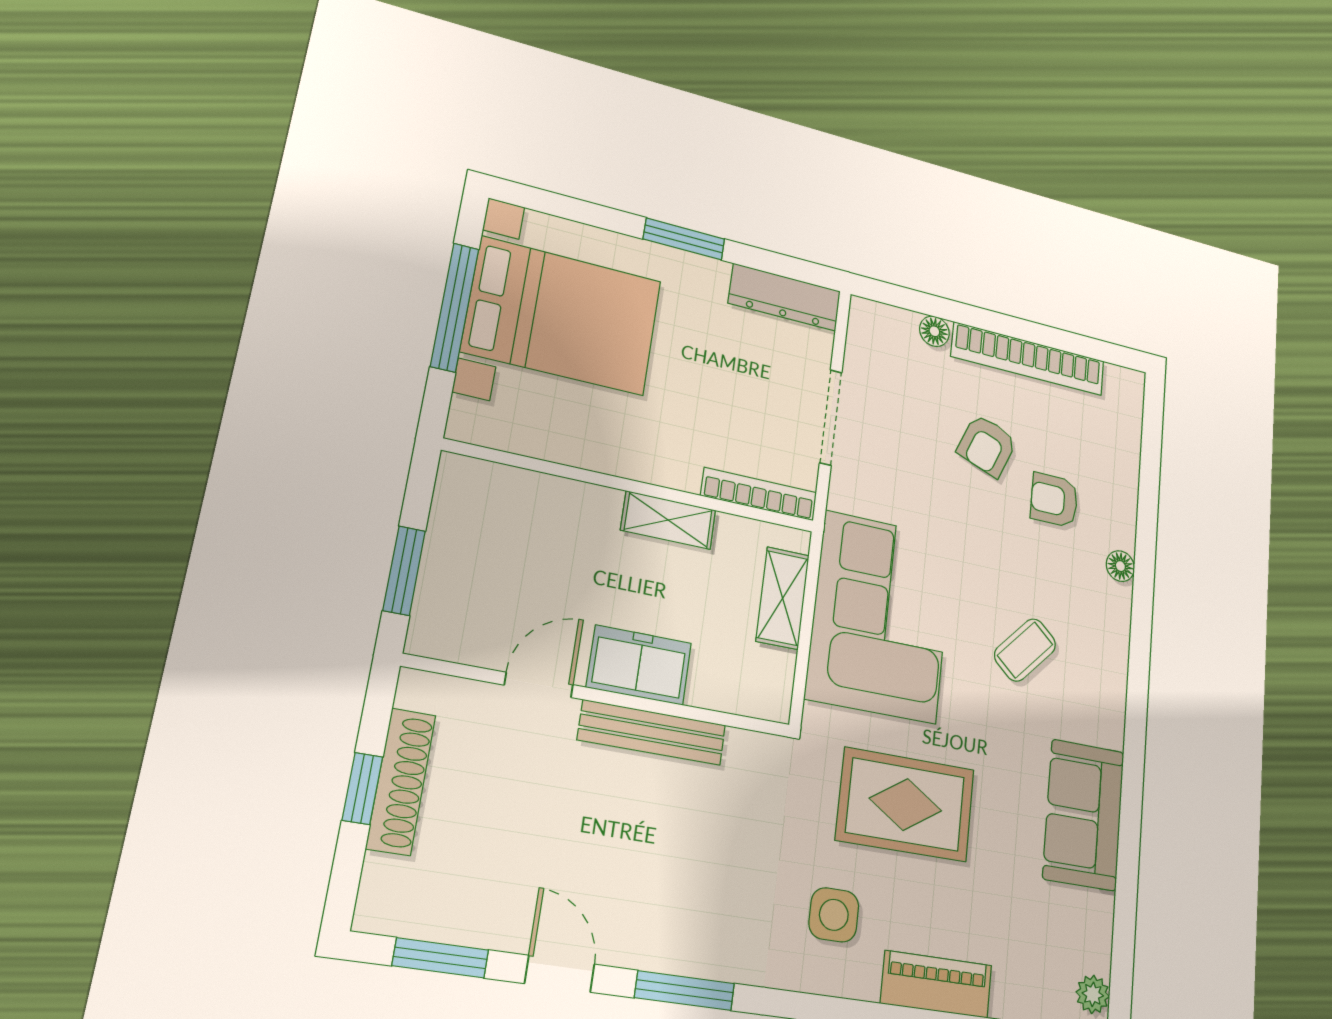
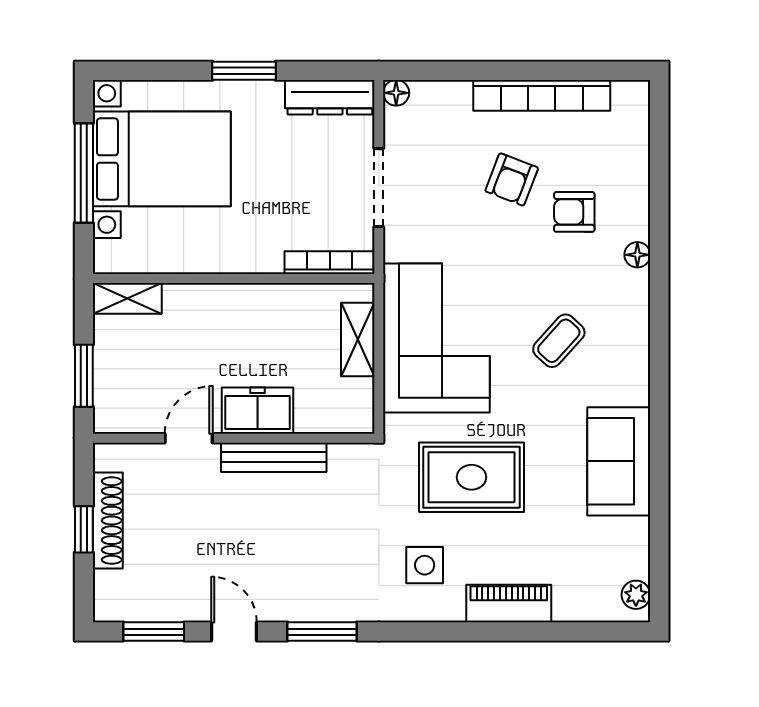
floor lamp: (934, 331) -> (396, 93), moved
shelving: (668, 520) -> (127, 298), moved

